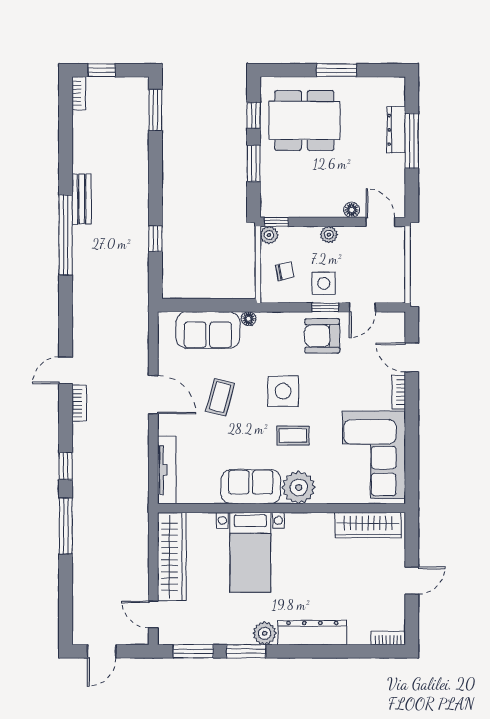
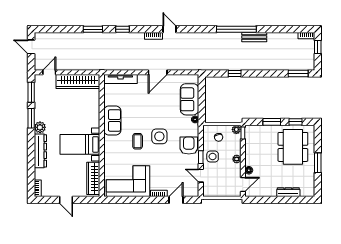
window: (412, 141) -> (283, 200), removed
armchair: (322, 336) -> (189, 146), moved
coffee table: (220, 397) -> (156, 105), removed
plant: (299, 487) -> (112, 144), removed
window: (66, 526) -> (93, 29), width x0.69
bed with nightstands: (250, 552) -> (80, 144), moved

